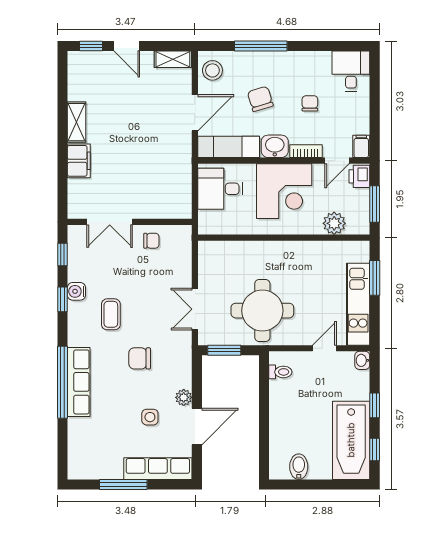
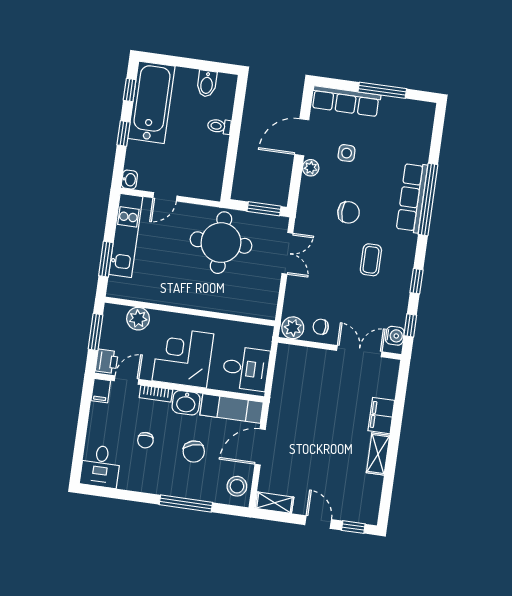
plant: (179, 236) -> (293, 328), added
water cooler: (76, 291) -> (395, 336), moved
toilet: (280, 372) -> (219, 126), moved

